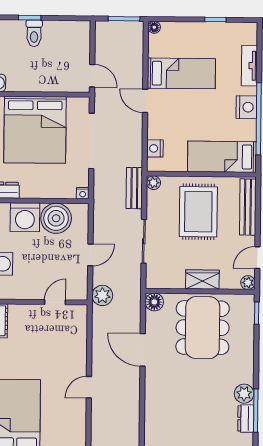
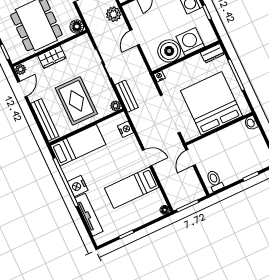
toilet: (34, 33) -> (215, 181), moved
tv unit: (249, 66) -> (89, 215), width x1.41
door: (92, 76) -> (191, 158), hinge flipped

